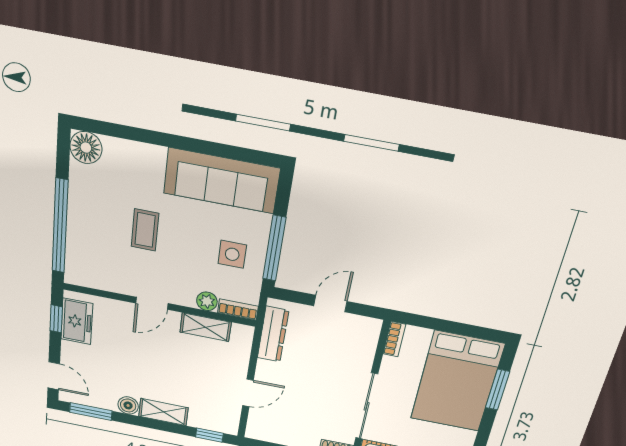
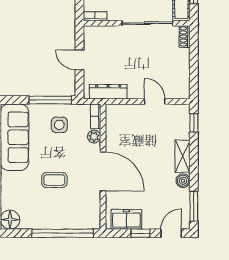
door: (152, 303) -> (103, 171), width x1.87
window: (56, 319) -> (141, 233), moved
shelving: (205, 327) -> (112, 135), removed

